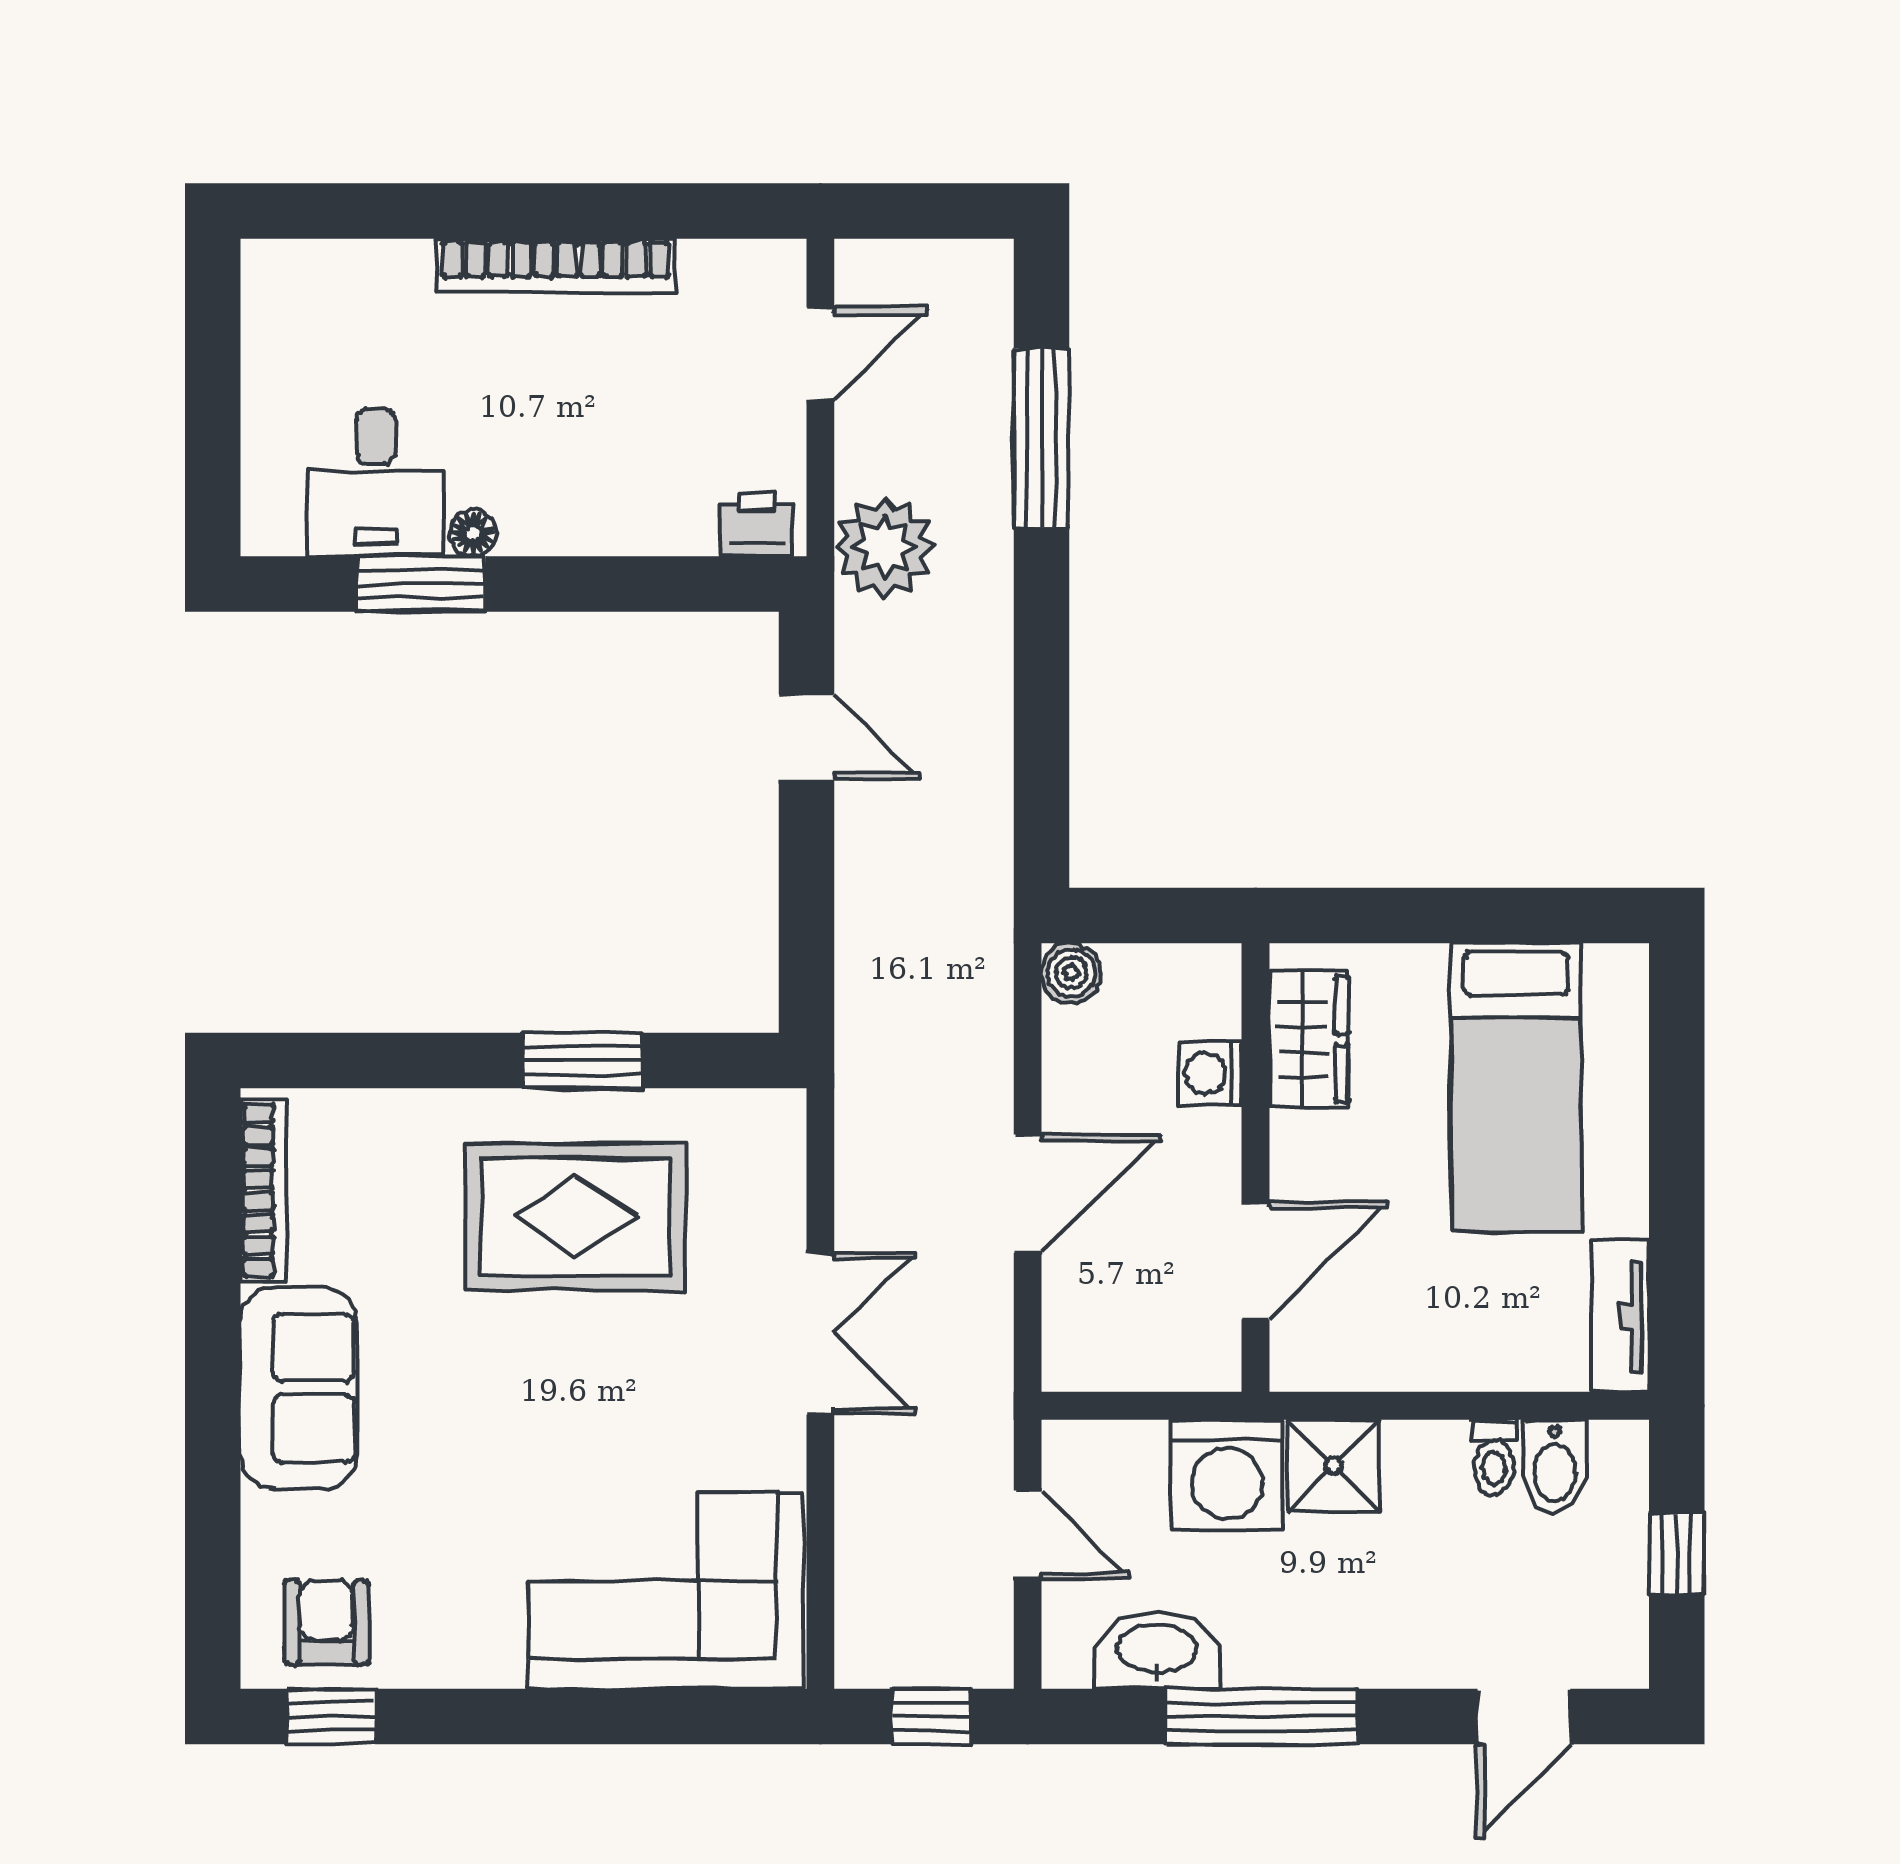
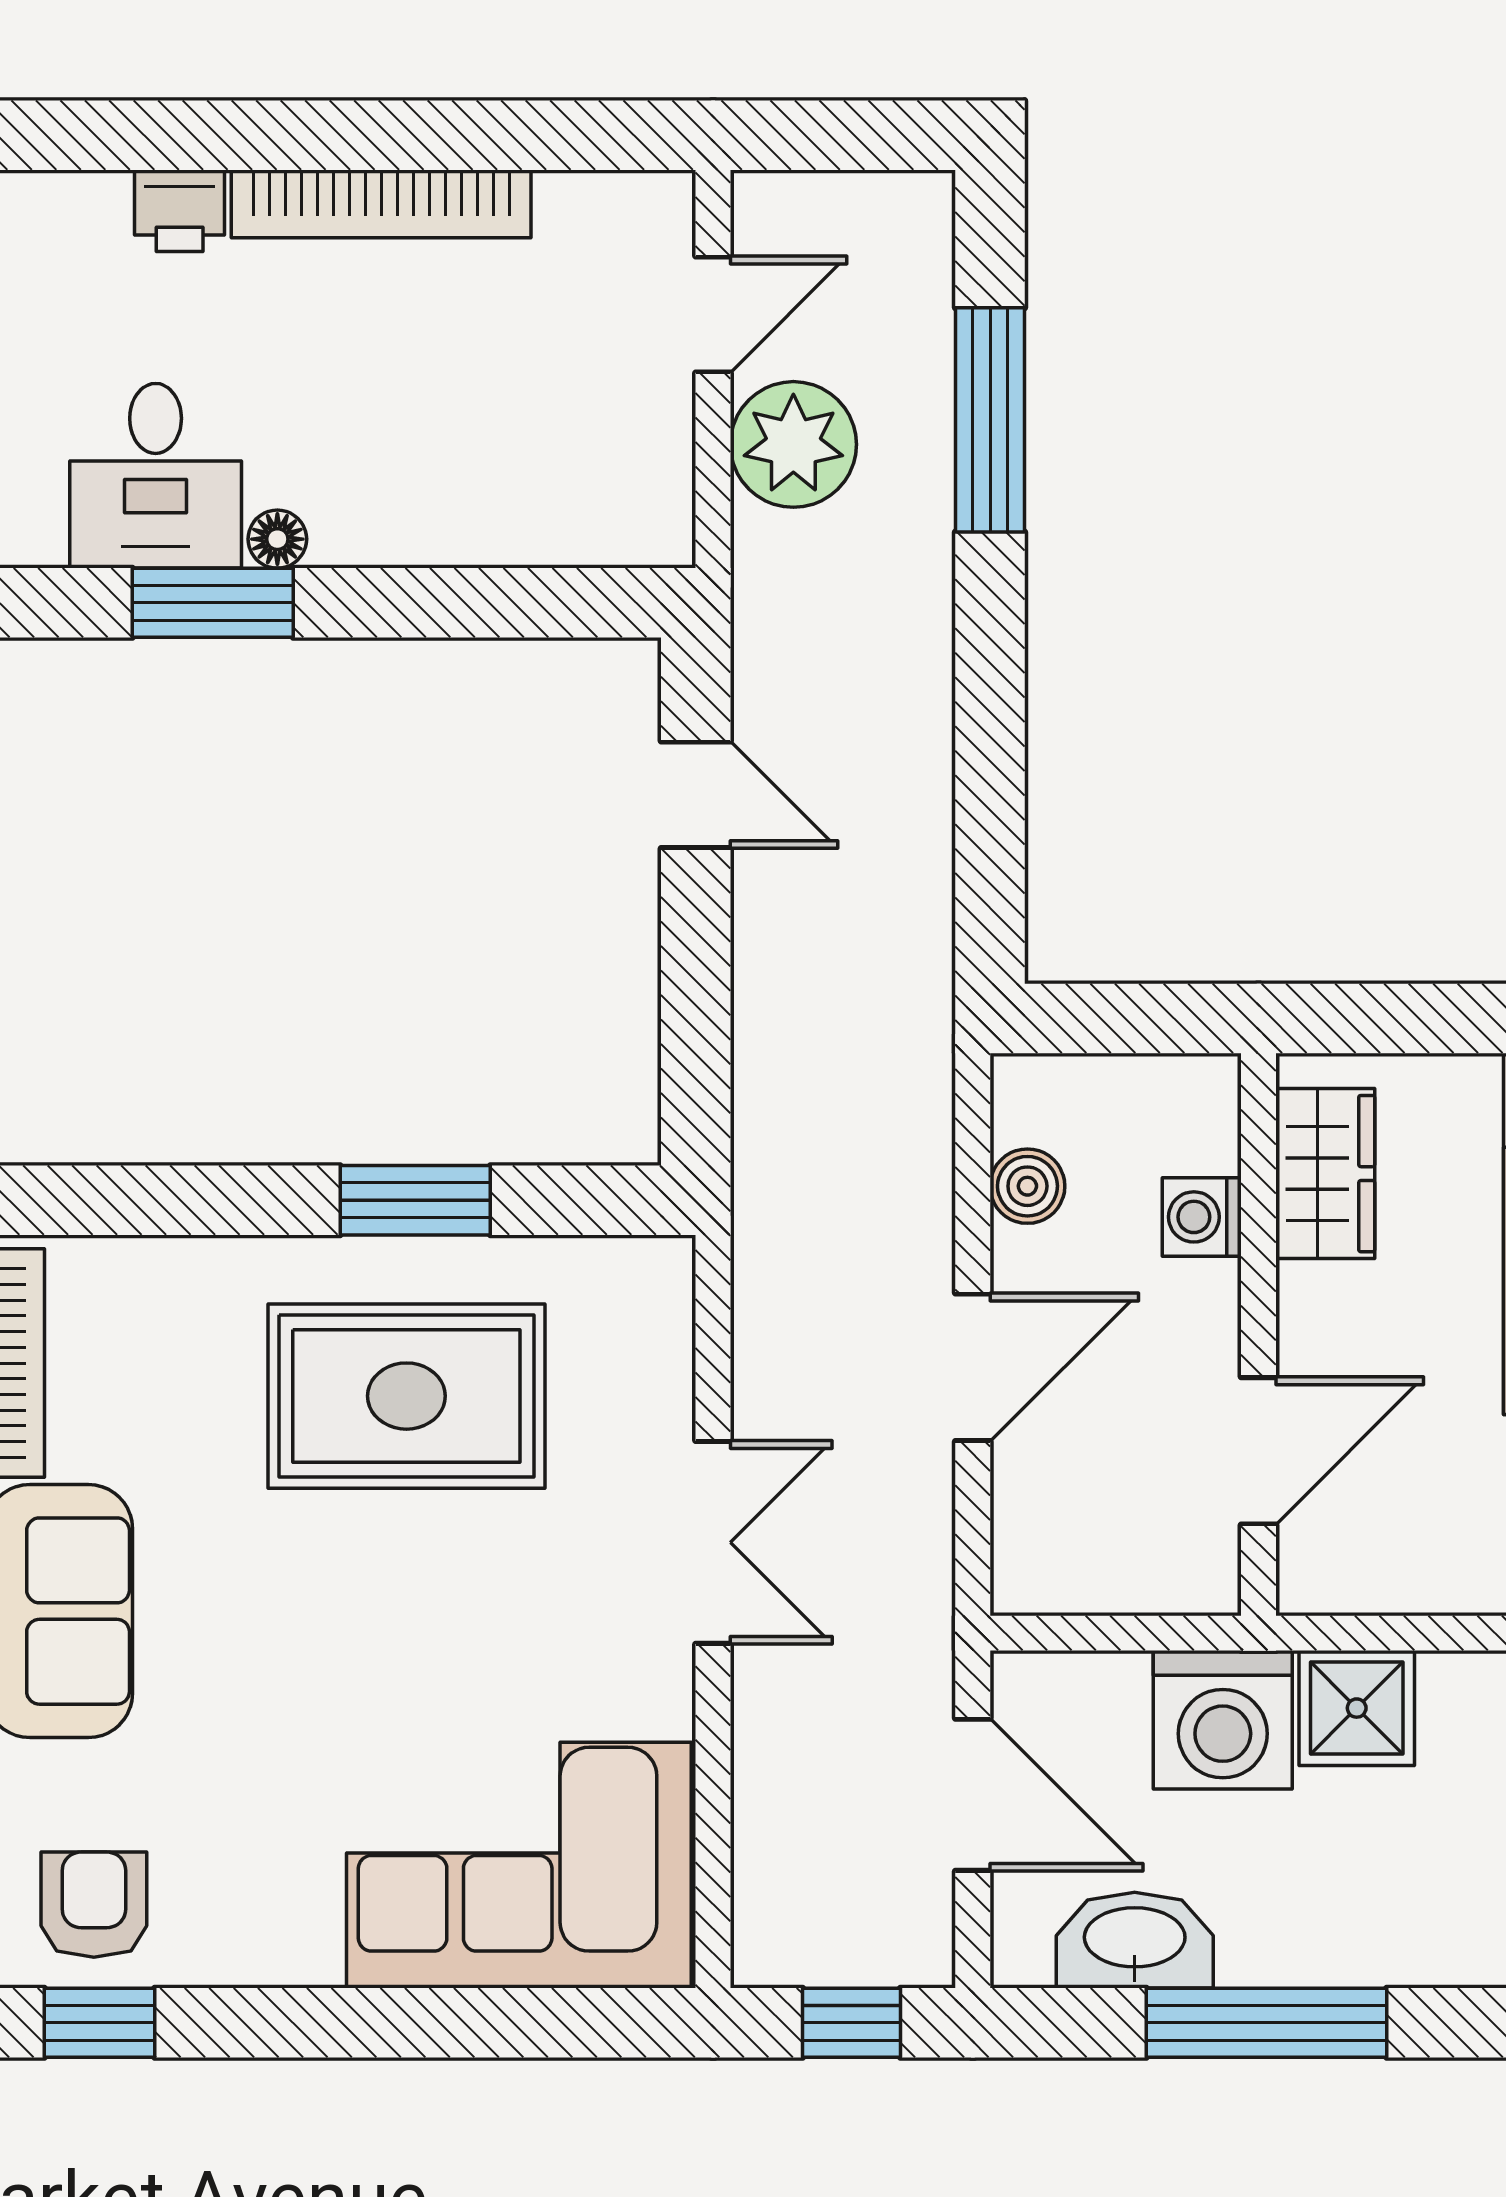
printer: (756, 524) -> (180, 211), moved, turned 180
plant: (884, 547) -> (793, 444), moved
boiler: (1071, 973) -> (1027, 1186), moved
door: (1028, 1535) -> (973, 1795), width x1.38

